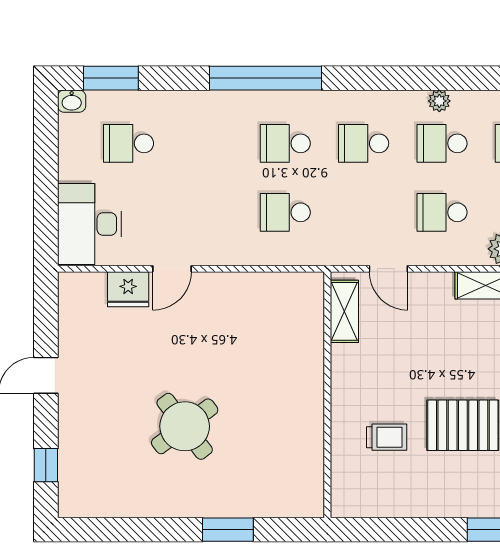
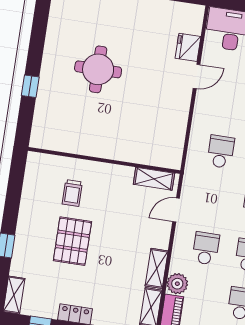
door: (172, 269) -> (197, 76), swing flipped
round table: (185, 426) -> (98, 69), turned 37
window: (228, 530) -> (30, 86), width x0.67

